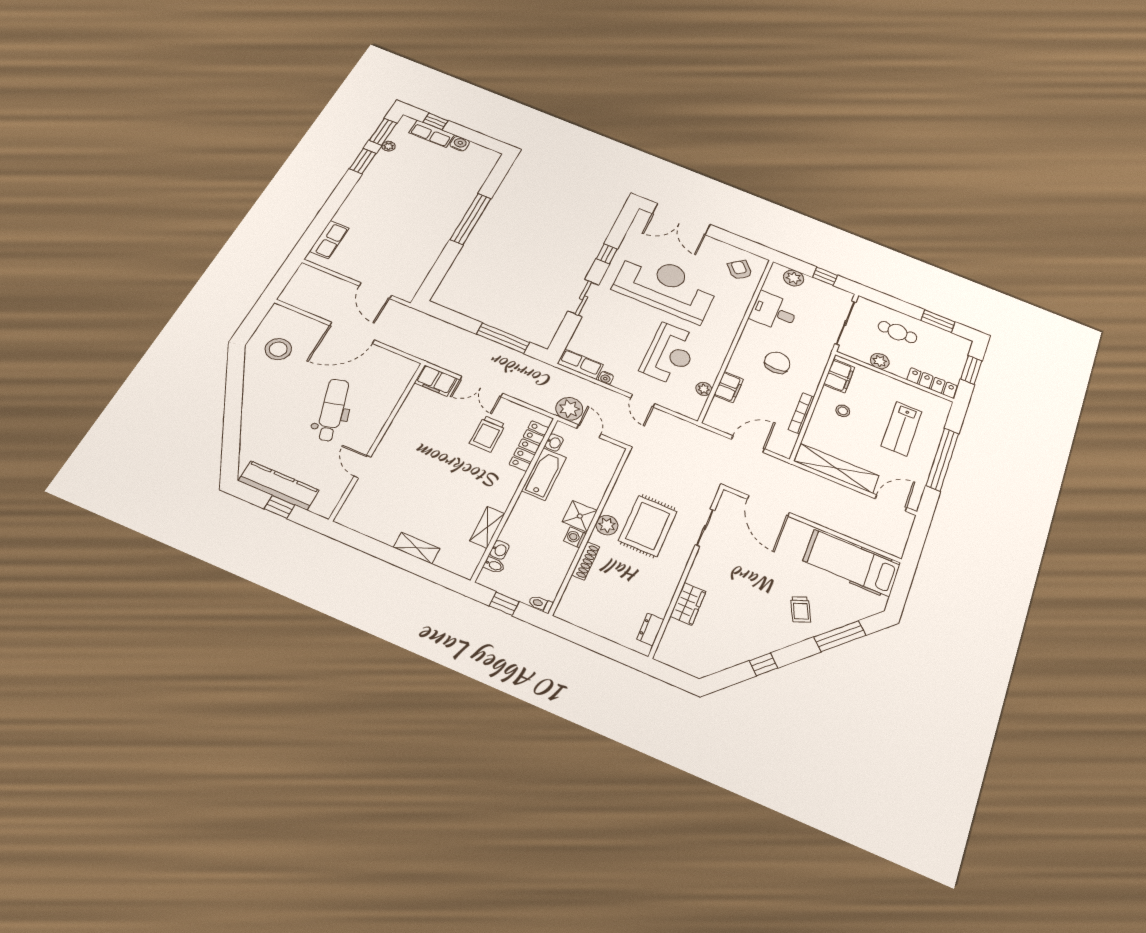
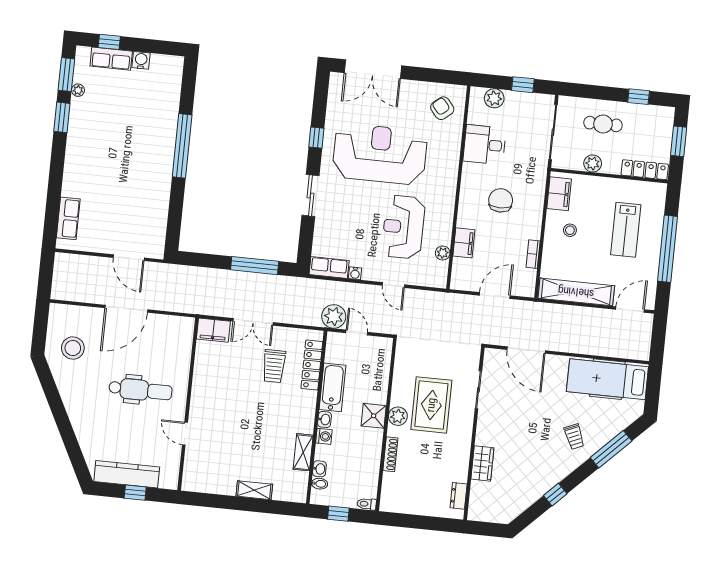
window: (938, 321) -> (639, 97), width x0.67
reception desk: (670, 354) -> (403, 227), turned 180
dental chair: (332, 410) -> (140, 390), turned 106
bookcase: (801, 413) -> (533, 254), width x0.64
washbasin: (554, 442) -> (325, 419), moved
washing machine: (575, 537) -> (324, 436), moved, turned 180

